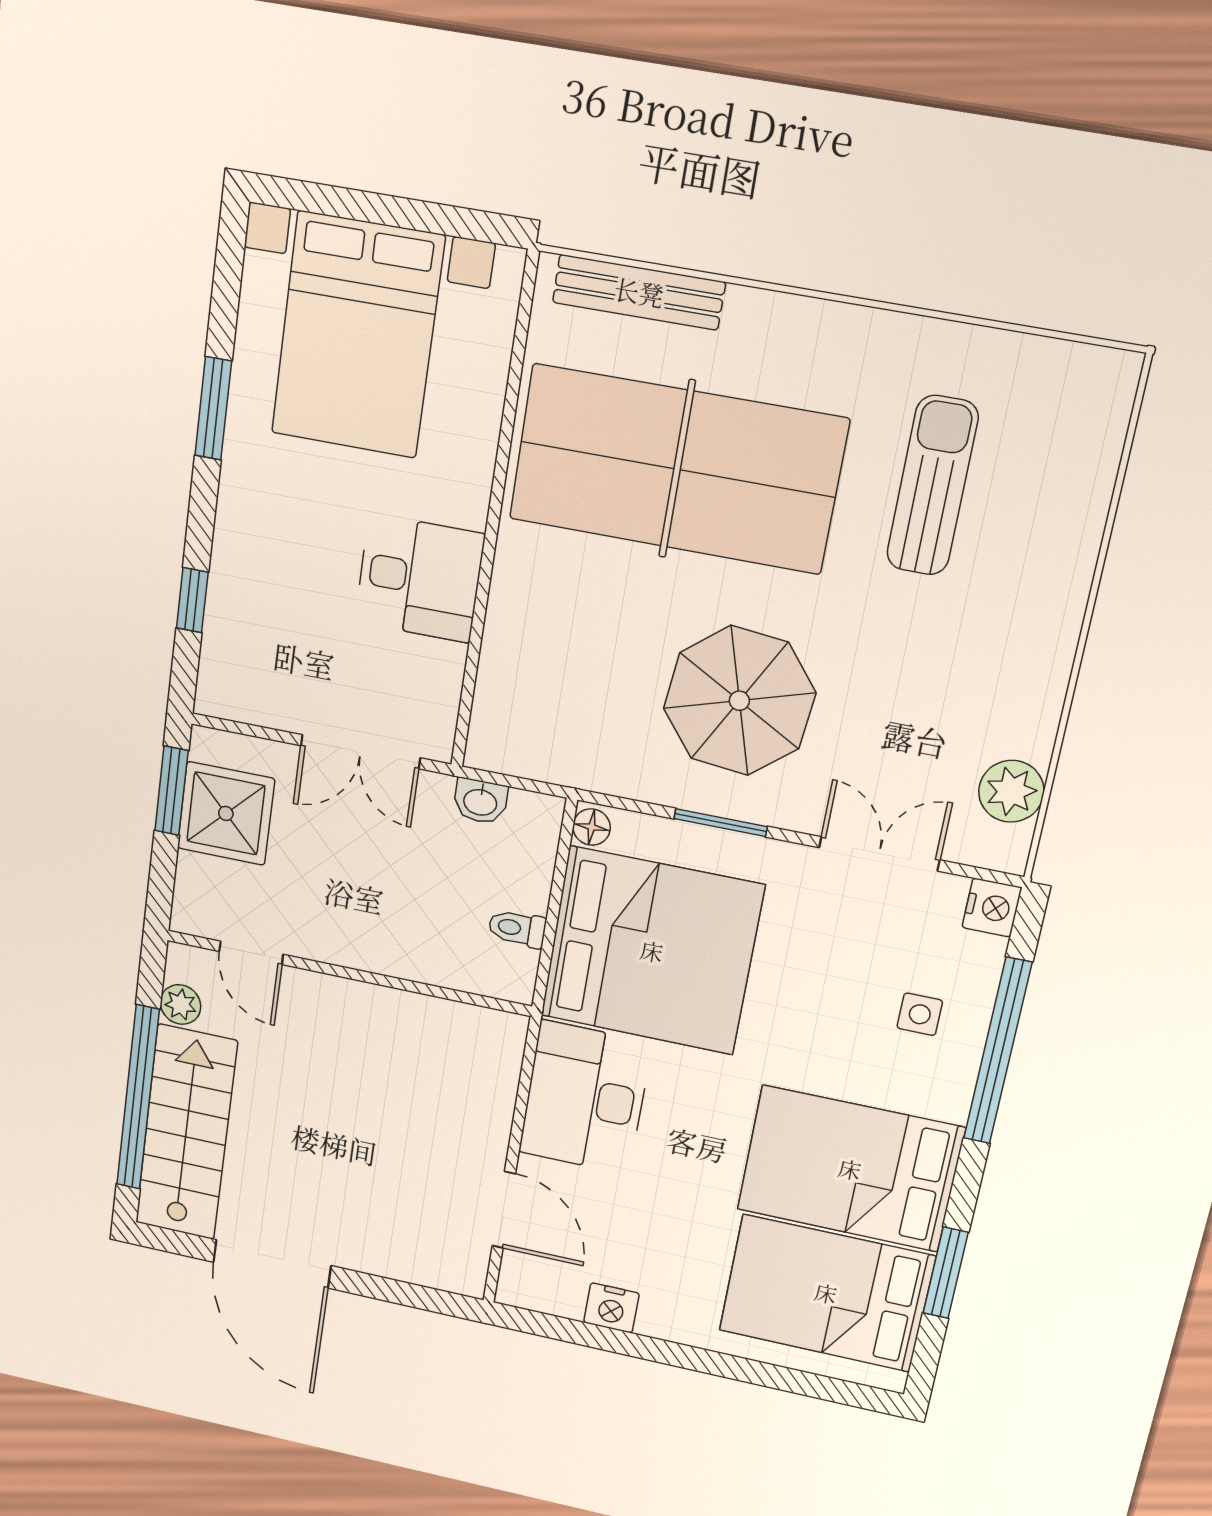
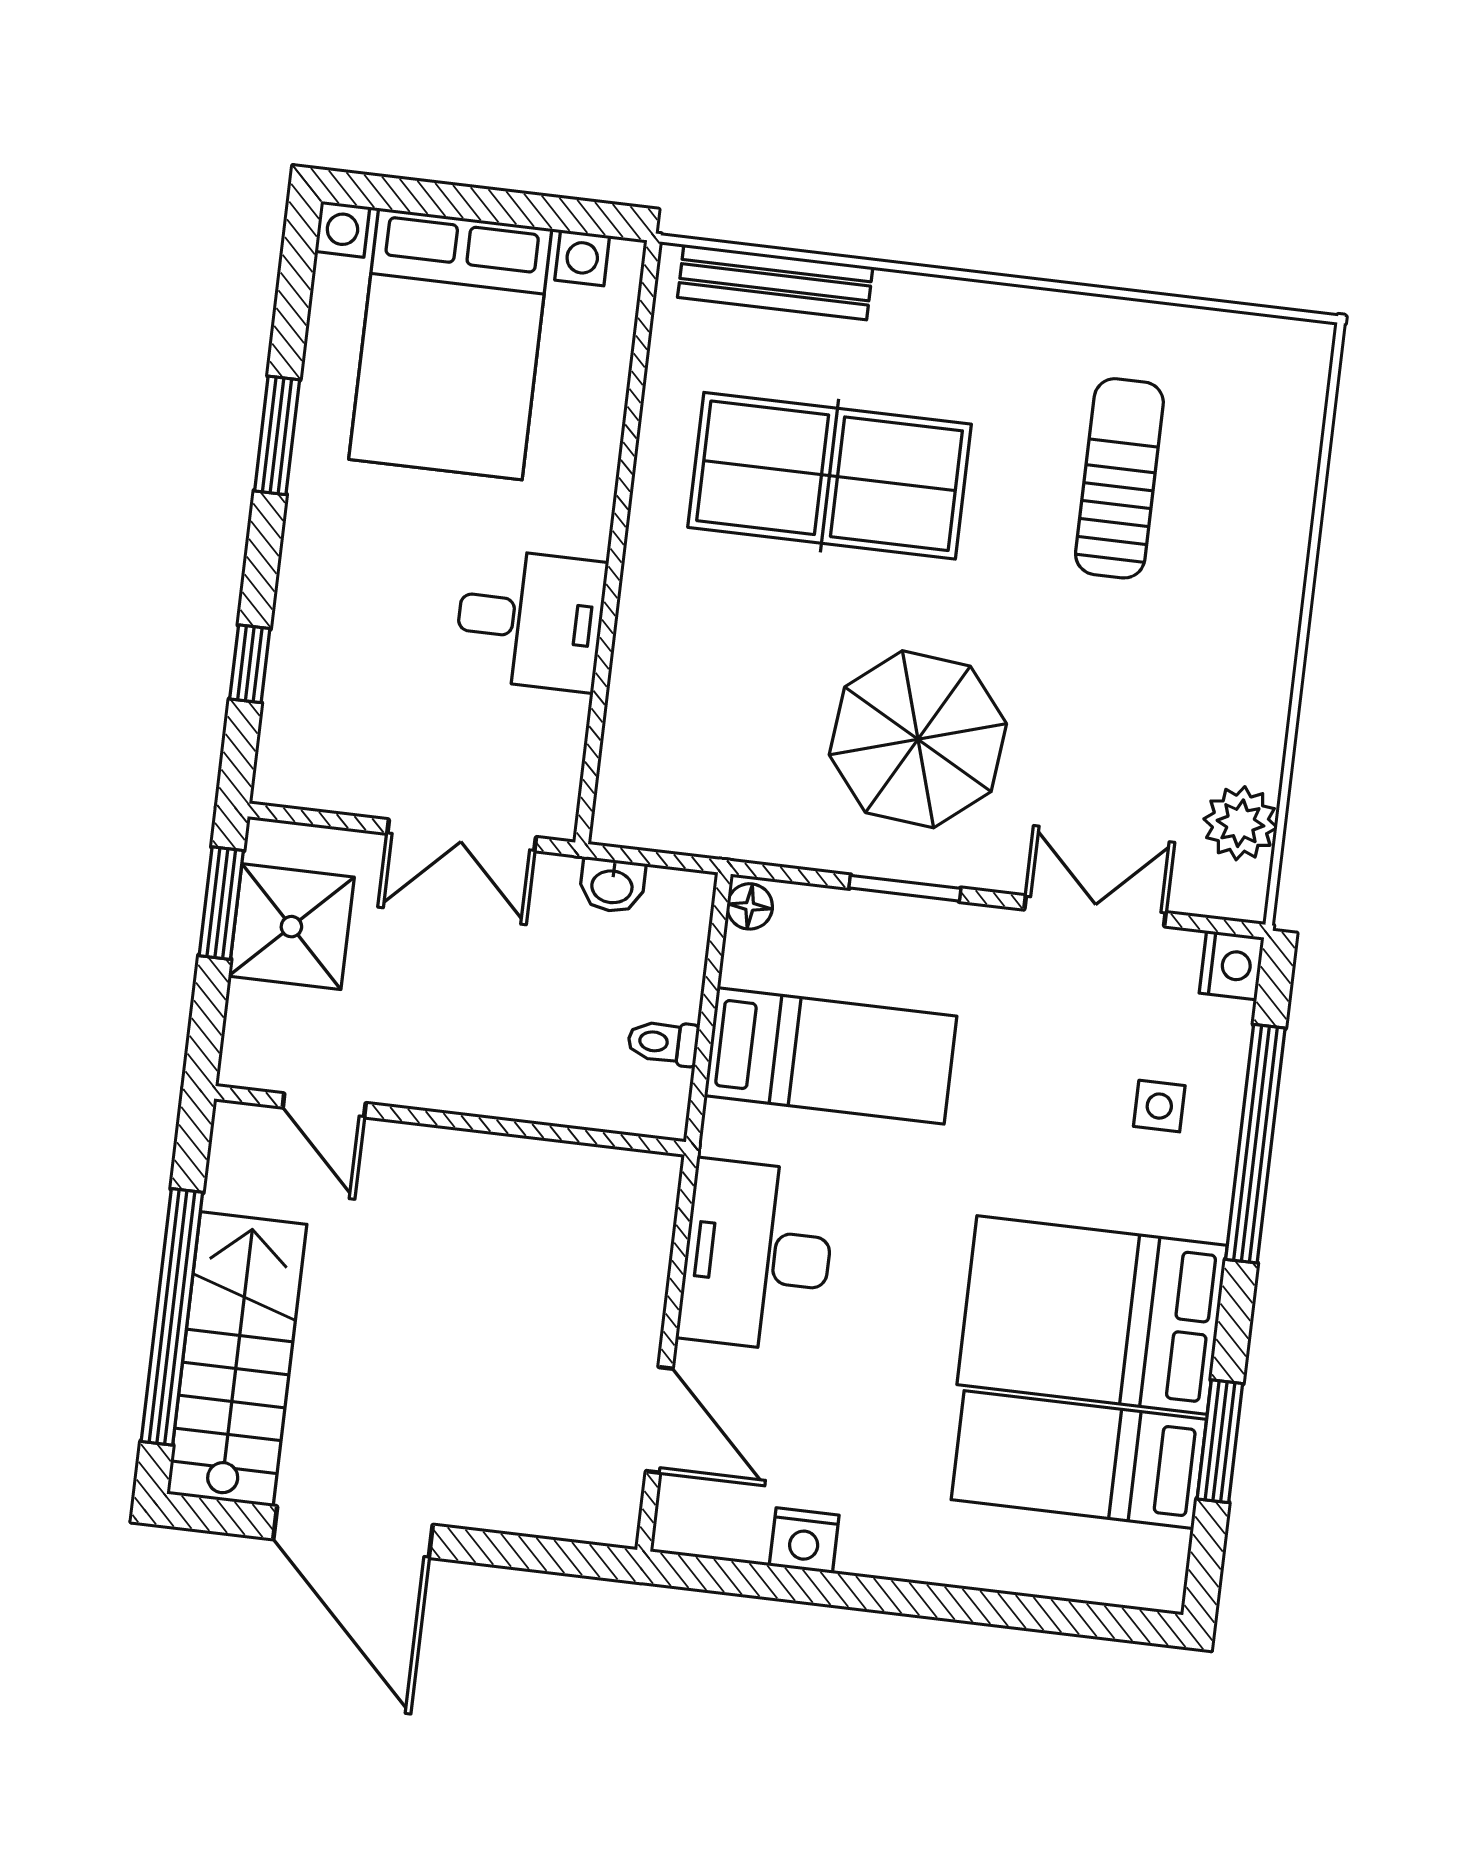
table tennis table: (677, 469) -> (830, 476), width x0.73, depth x0.76
bed: (652, 951) -> (831, 1056), width x0.49
plant: (180, 1004) -> (231, 1183), removed
bed: (826, 1293) -> (1079, 1460), width x0.67

